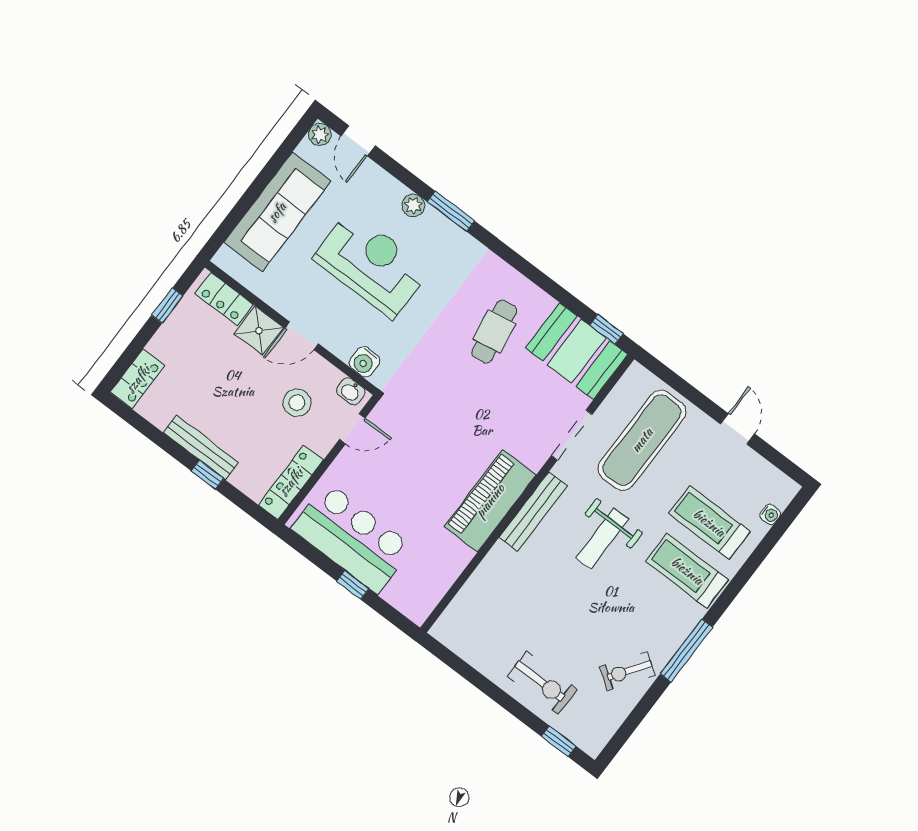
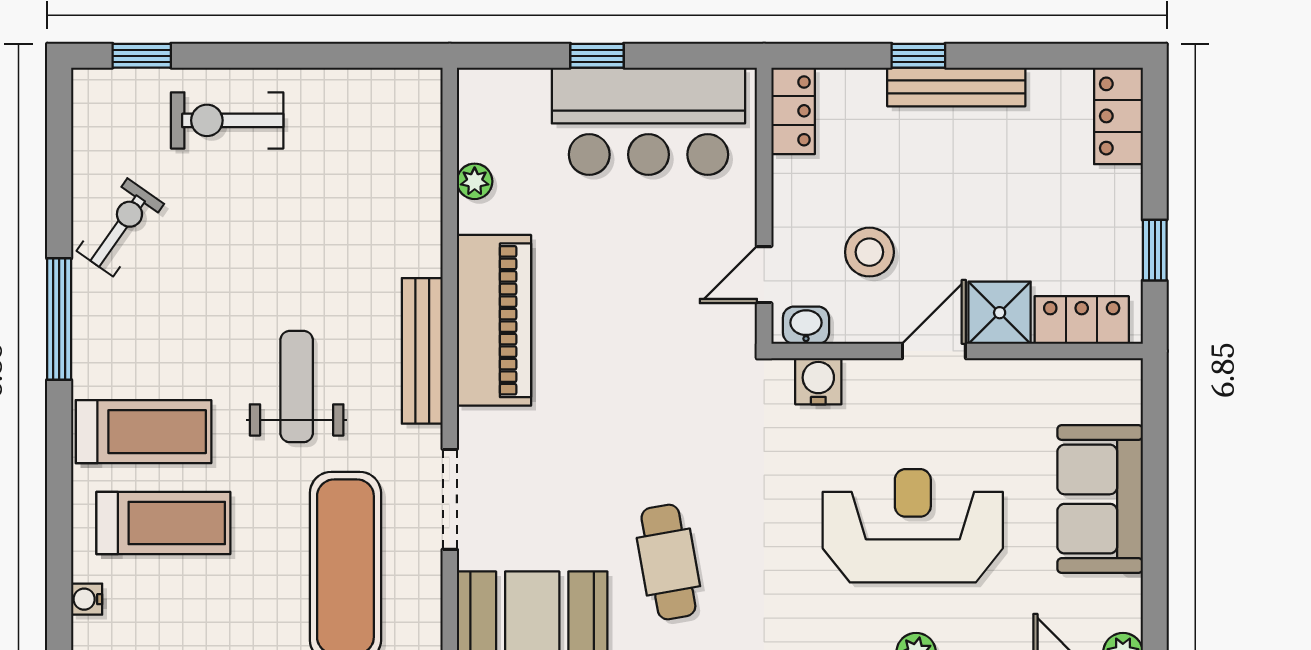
sofa: (277, 212) -> (1100, 499), width x0.73
reception desk: (371, 264) -> (913, 526), turned 180
locker: (291, 482) -> (793, 111), width x0.66
plant: (451, 570) -> (475, 181), added

